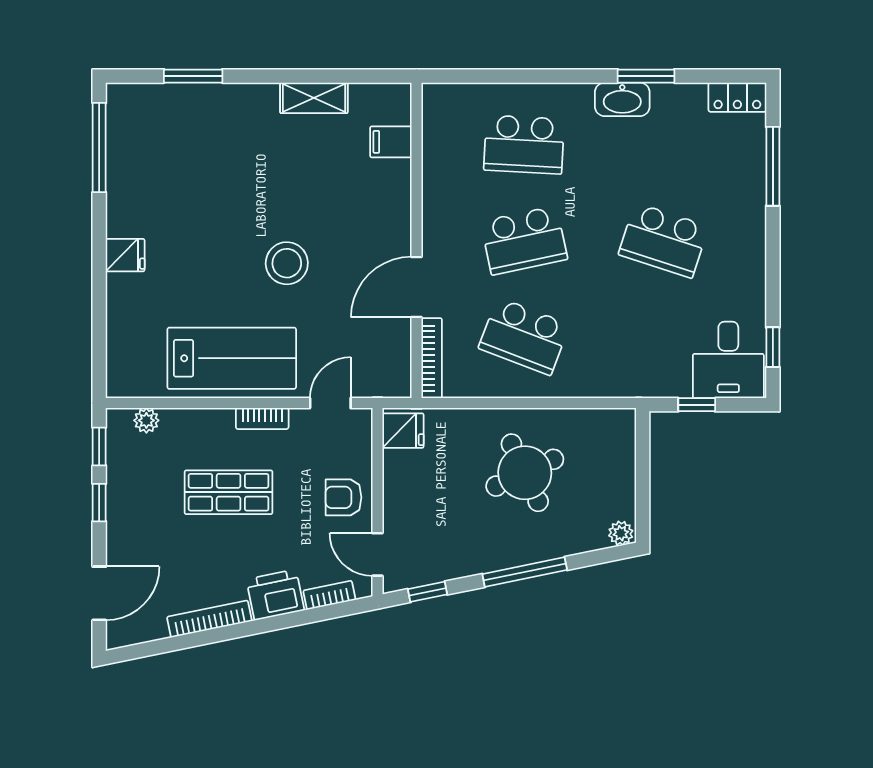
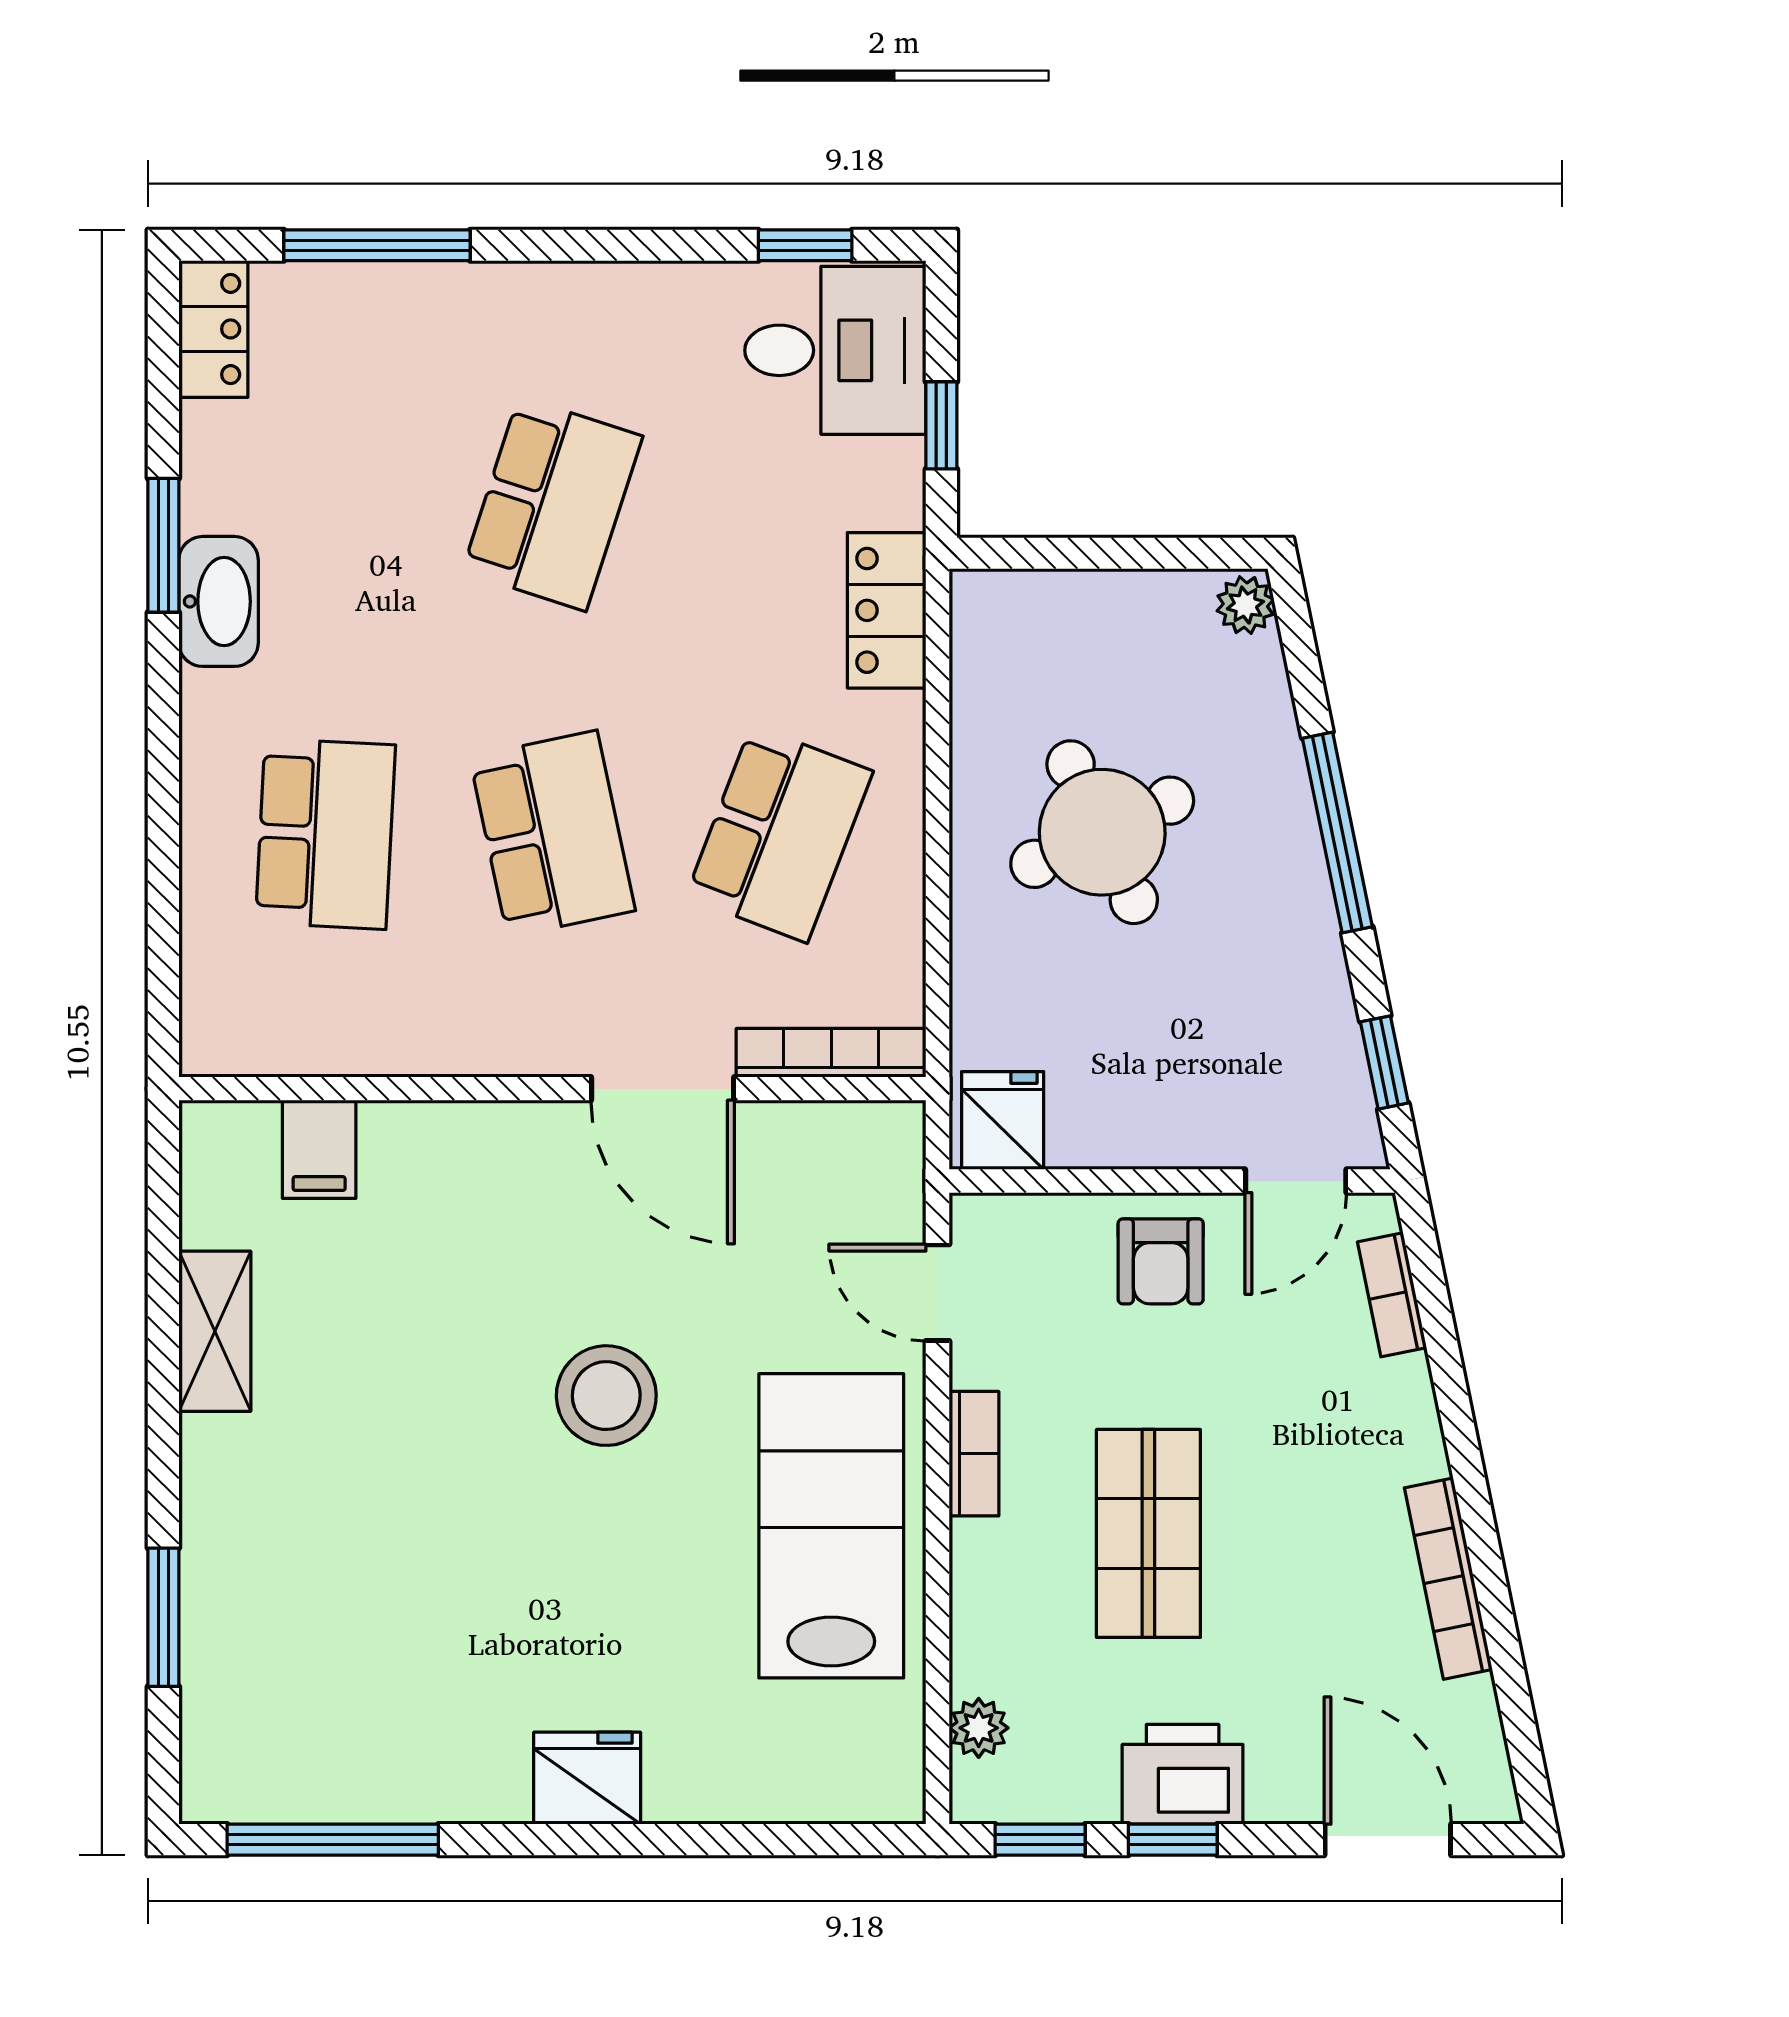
fridge: (125, 255) -> (587, 1778), width x1.38
locker: (619, 382) -> (887, 610), added
printer: (275, 595) -> (1183, 1774), moved, turned 102

